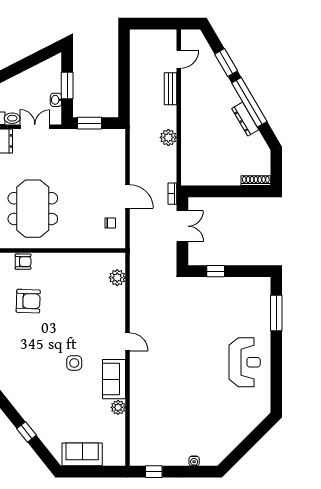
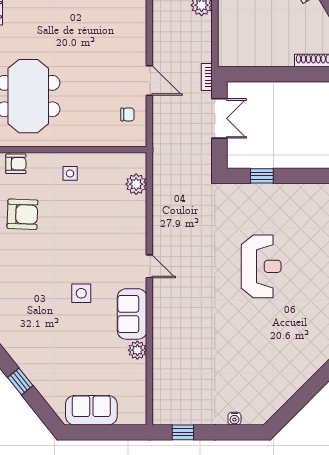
side table: (65, 269) -> (70, 173), added
reception desk: (245, 362) -> (261, 266), moved

